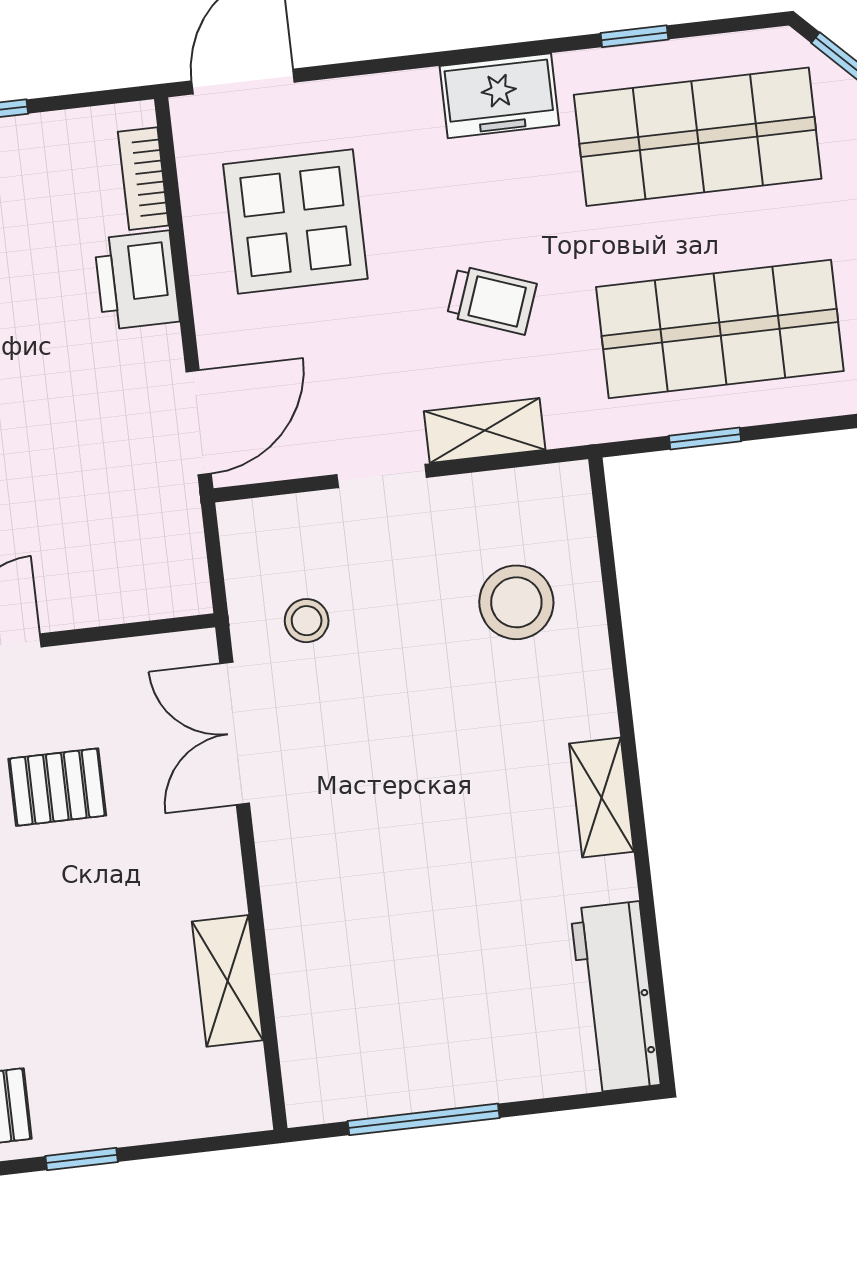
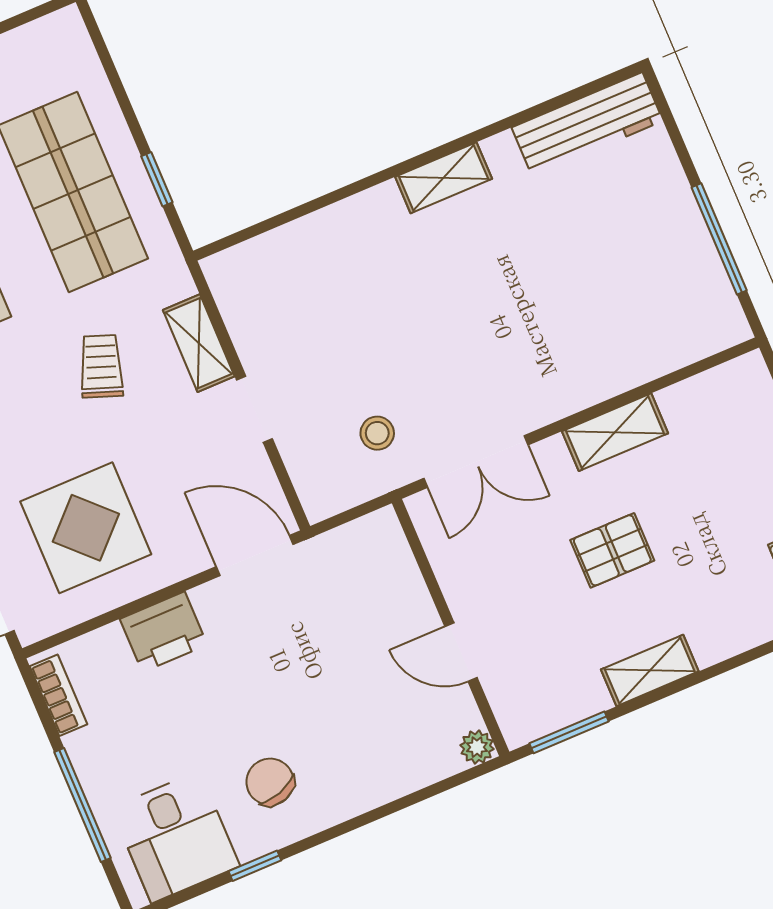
bookcase: (143, 179) -> (58, 695), moved, turned -90
stool: (516, 602) -> (318, 283), removed
pallet: (57, 787) -> (612, 550), moved, turned 90
shelving: (227, 981) -> (615, 432), moved

